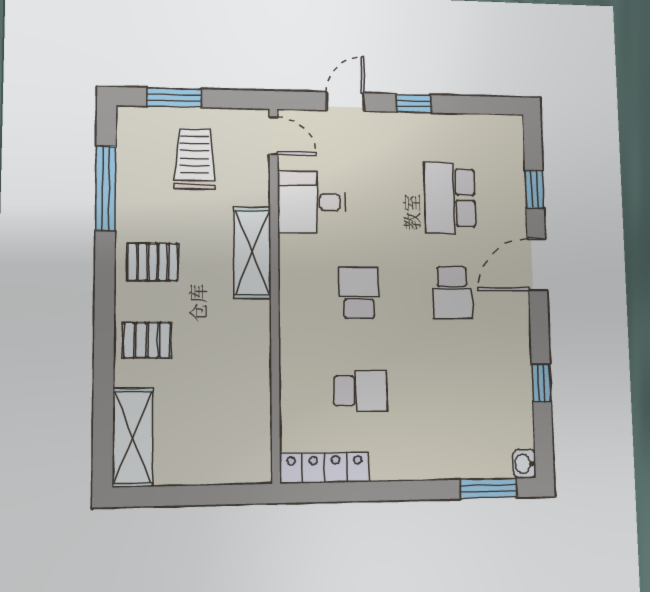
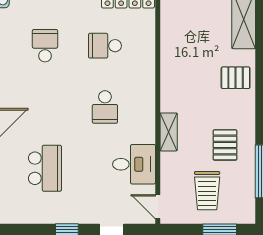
shelving: (252, 253) -> (169, 132), width x0.67, depth x0.75
pallet: (153, 262) -> (225, 145), moved, turned 90
school desk: (452, 293) -> (45, 46), moved

